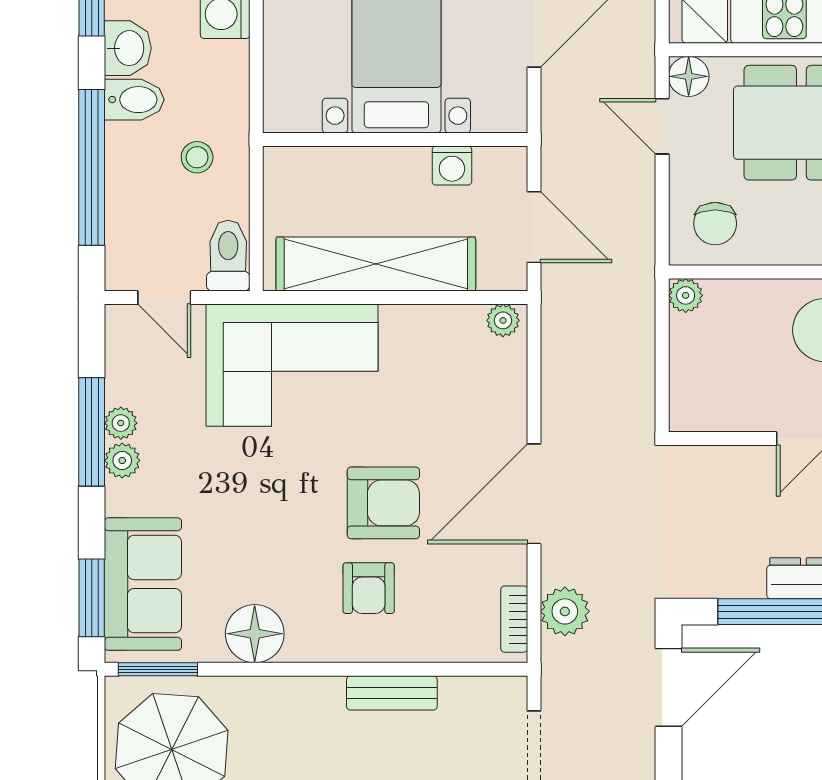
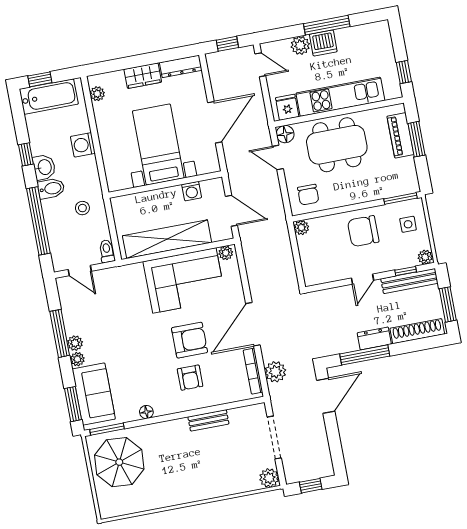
toilet: (228, 256) -> (107, 251), width x0.73, depth x0.72
corner sofa: (292, 365) -> (184, 280), moved
plant: (121, 423) -> (77, 359), moved
bookcase: (514, 619) -> (253, 371), width x1.56
floor lamp: (255, 634) -> (146, 412), width x0.53, depth x0.53

